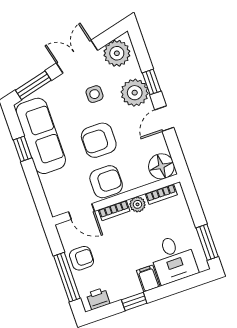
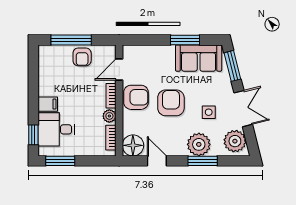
window: (152, 82) -> (203, 161), width x1.50
door: (164, 119) -> (157, 161), moved
sofa: (41, 136) -> (199, 58), width x0.73
window: (22, 149) -> (185, 40), width x1.50
armchair: (106, 182) -> (136, 97), turned -90
printer: (98, 299) -> (45, 59), removed
window: (134, 301) -> (33, 135), moved

